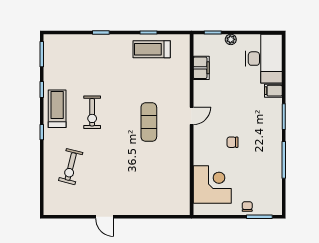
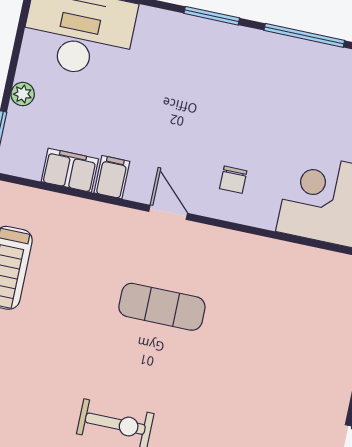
filing cabinet: (273, 91) -> (112, 177), moved, turned 180
chair: (232, 142) -> (233, 180), moved

